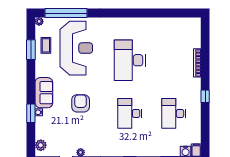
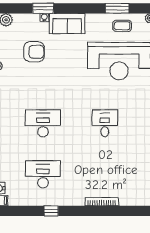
desk: (130, 60) -> (105, 123), width x0.53, depth x0.77
window: (205, 96) -> (51, 211), moved
armchair: (81, 103) -> (34, 52), moved

